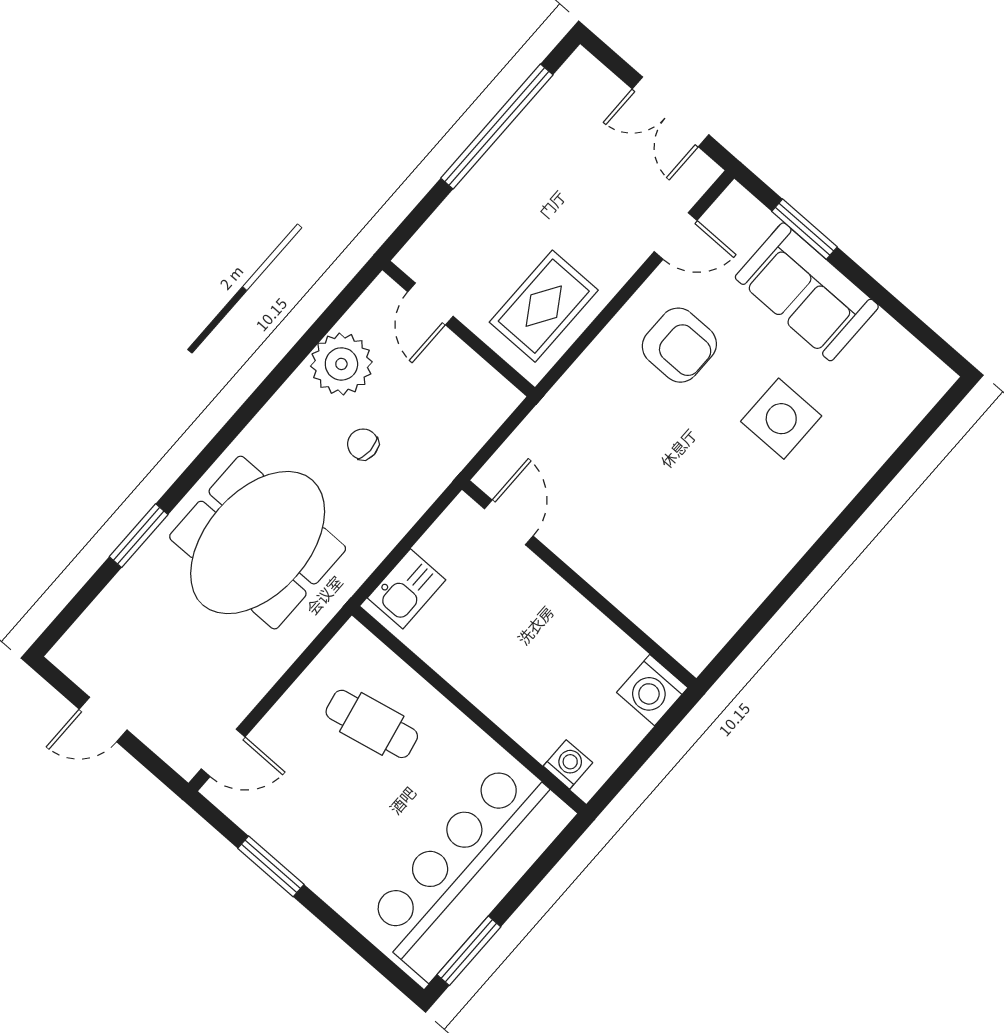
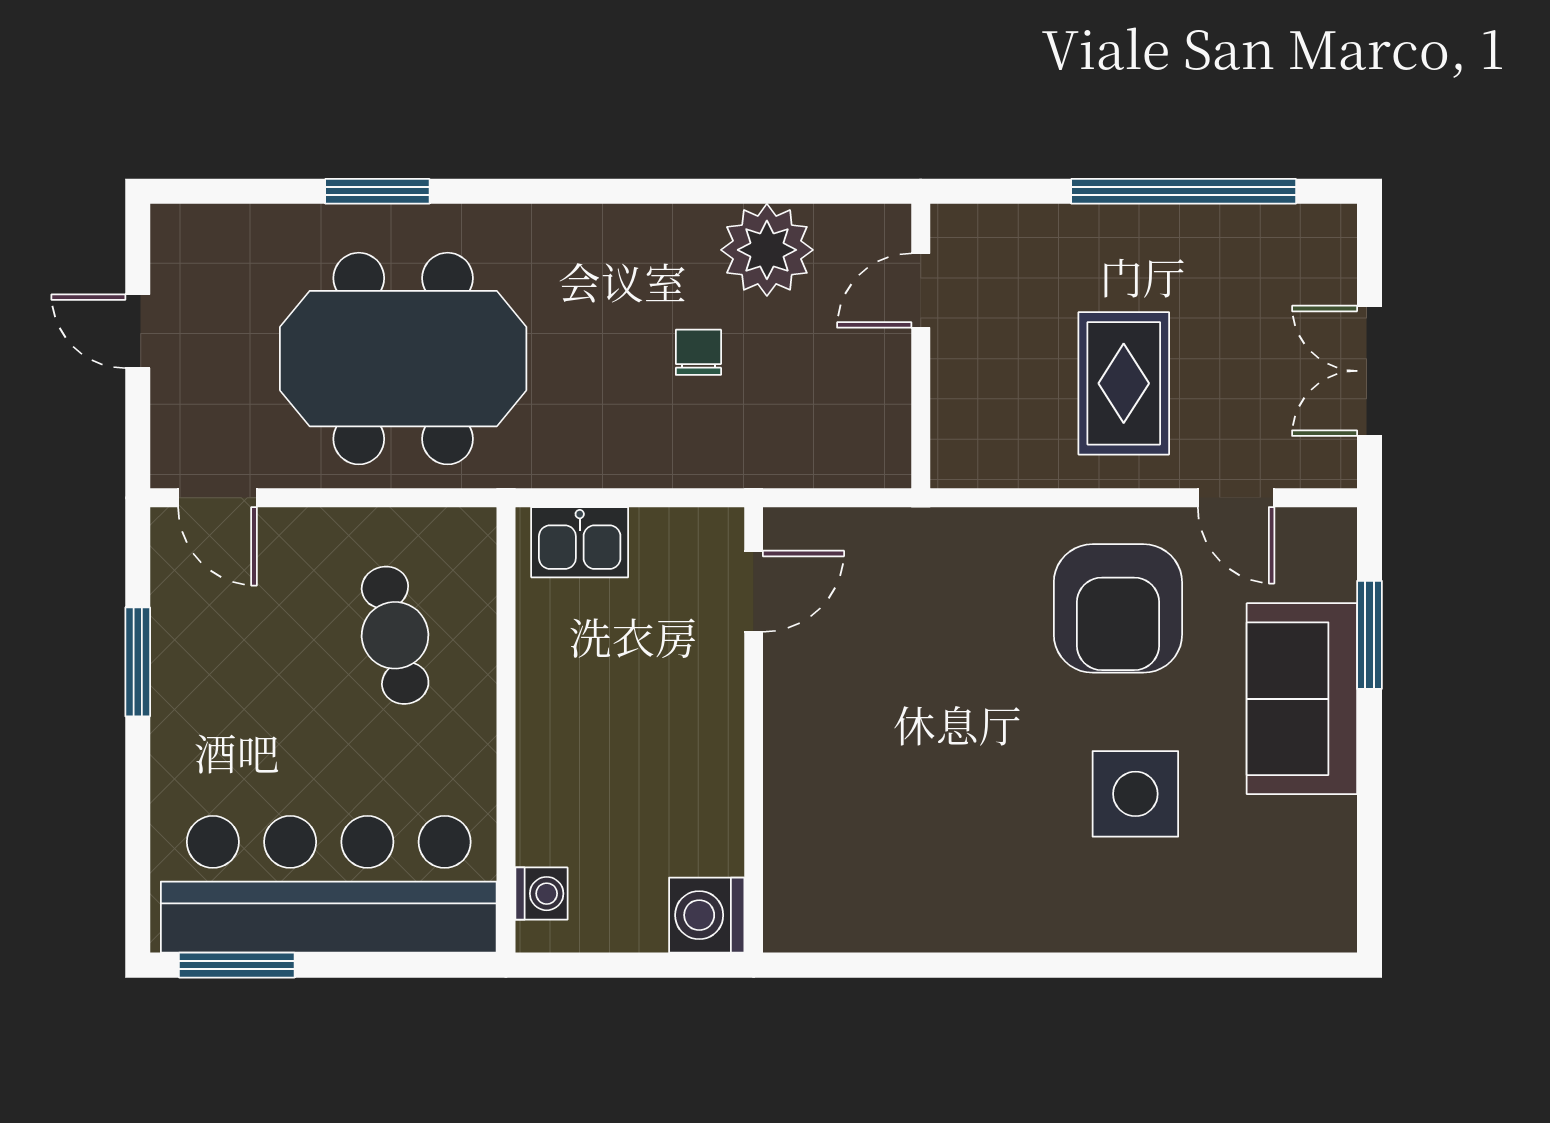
rug: (544, 306) -> (1124, 383), moved, turned 90
armchair: (679, 345) -> (1118, 608), width x1.36, depth x1.36
meeting table: (258, 543) -> (403, 359), moved

